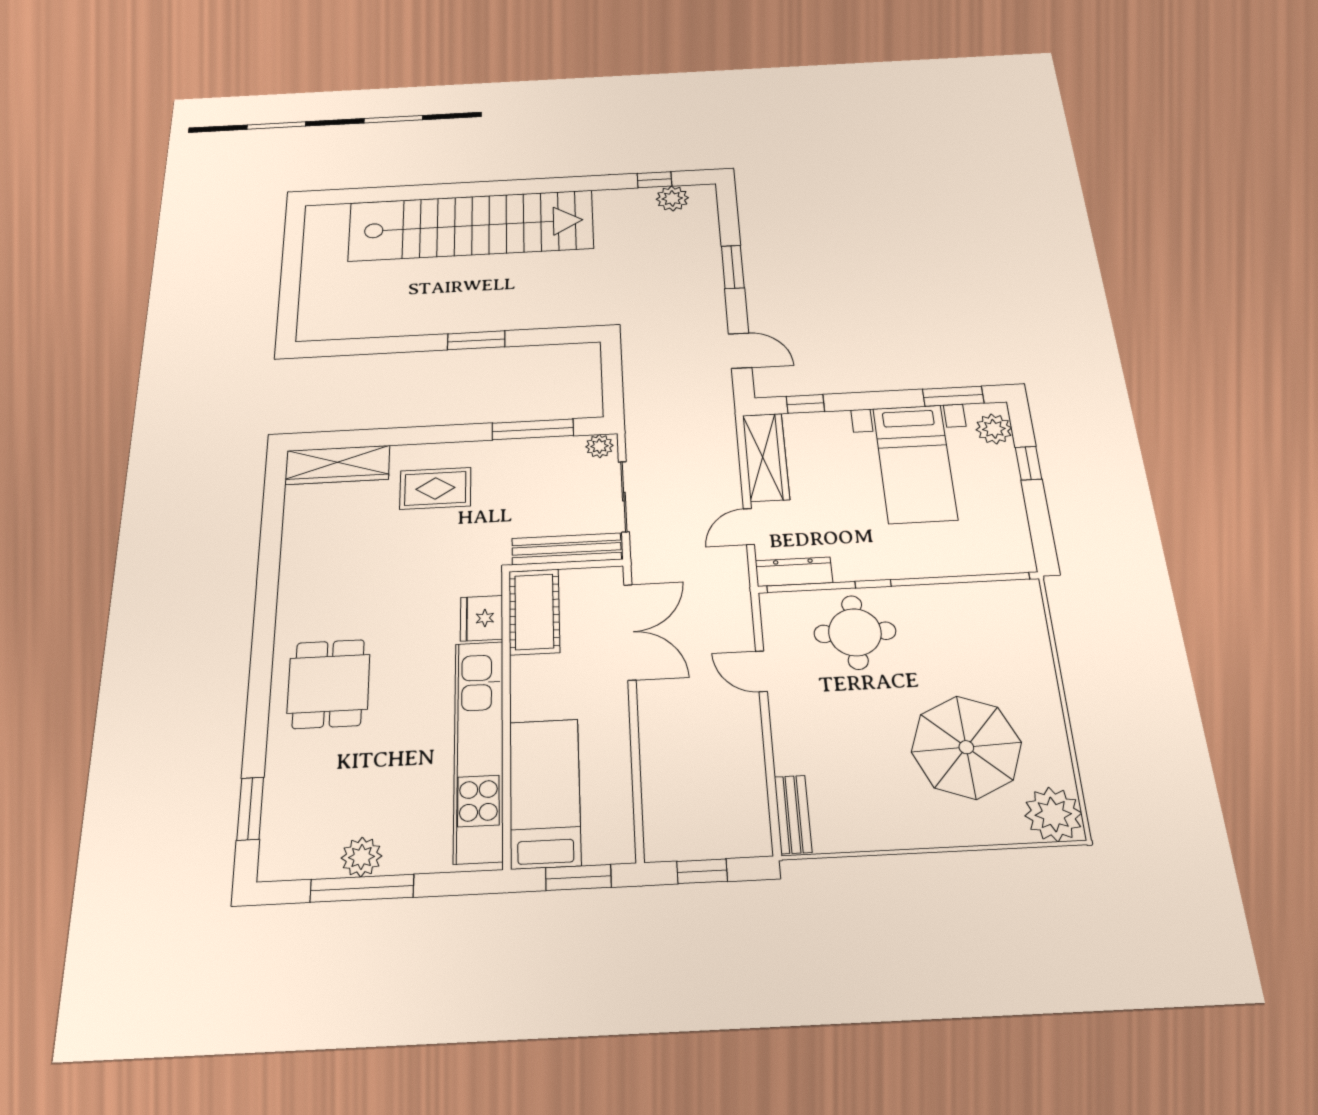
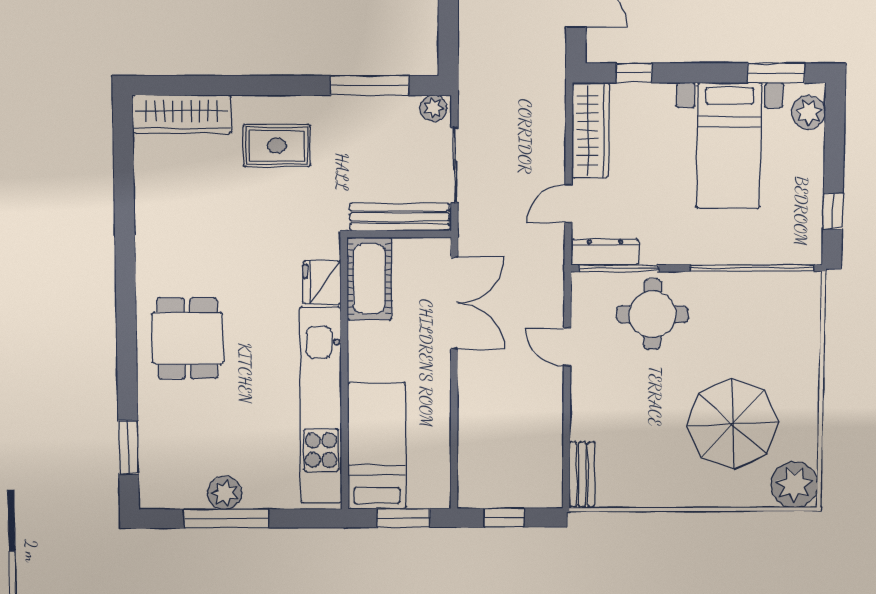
window: (1028, 463) -> (833, 211), moved

